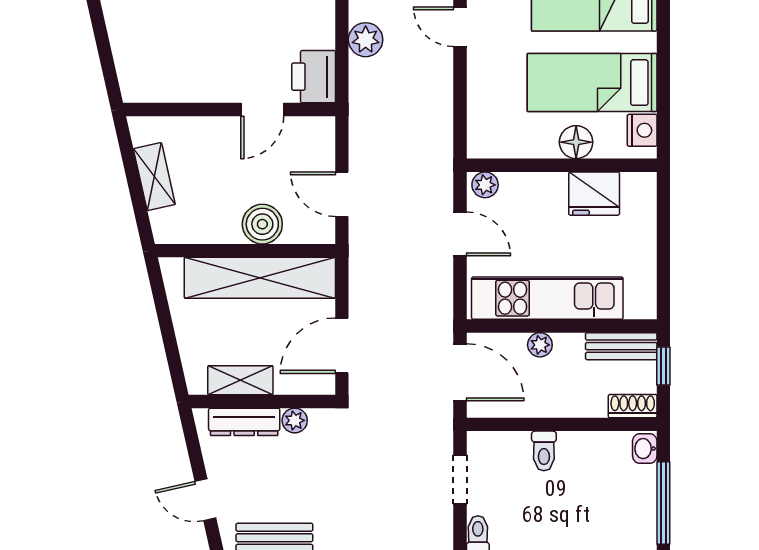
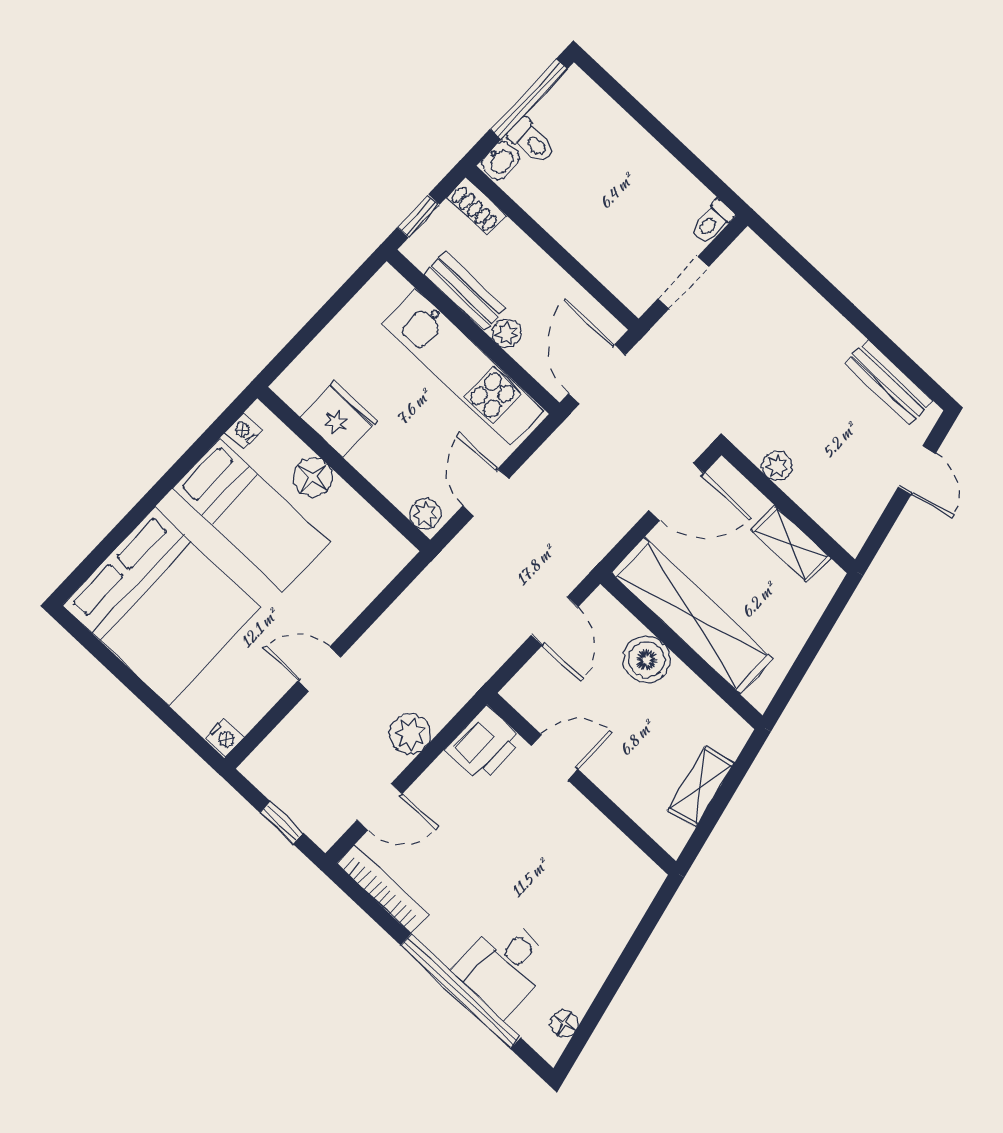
door: (460, 27) -> (319, 669), swing flipped
nightstand: (642, 130) -> (244, 431), width x0.72, depth x0.74
bench: (621, 346) -> (465, 292), moved
dresser: (244, 422) -> (821, 505), removed
toilet: (544, 451) -> (531, 141), moved, turned 90

